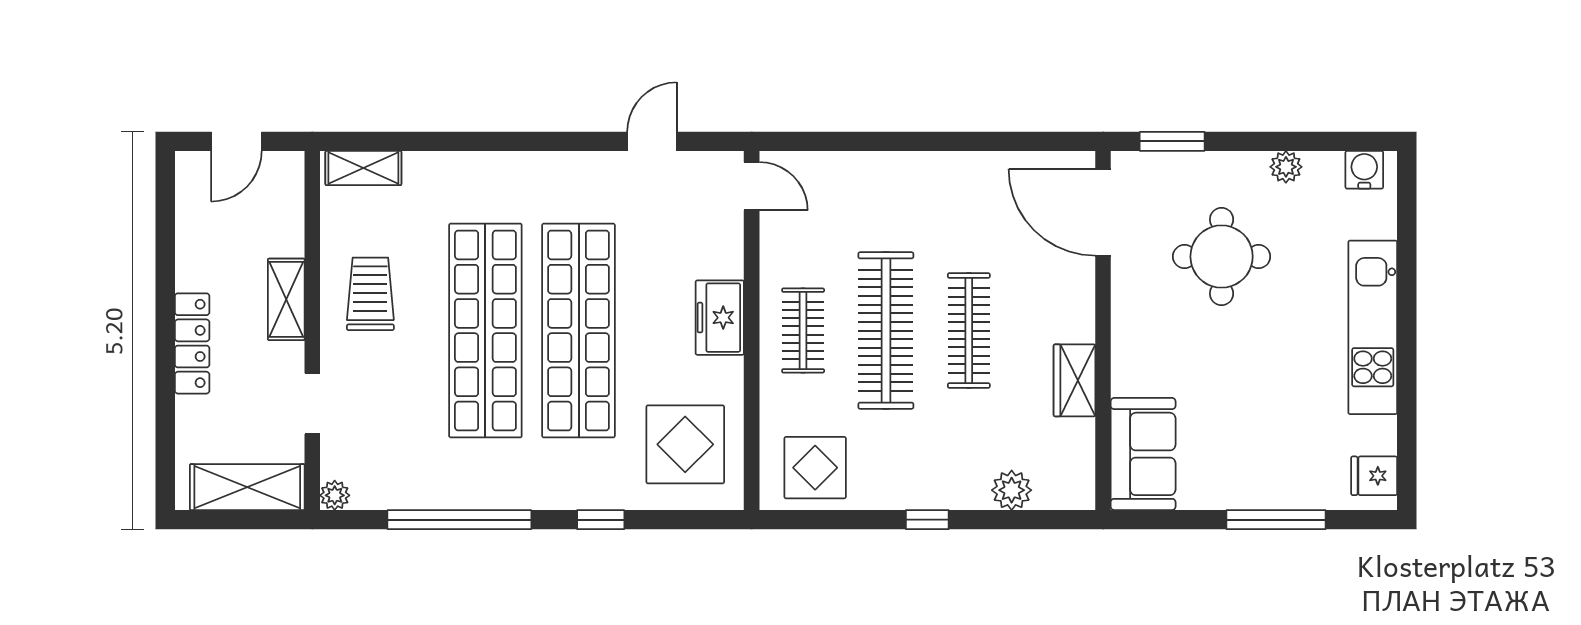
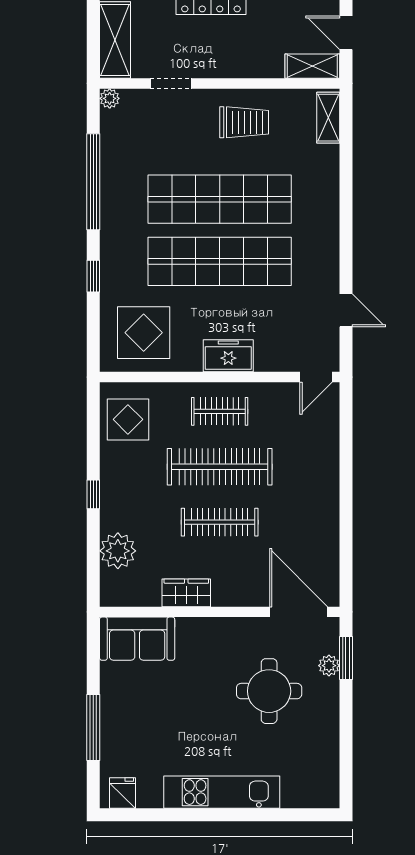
plant: (1286, 167) -> (329, 666), moved
water cooler: (1364, 170) -> (327, 786), removed
door: (1103, 212) -> (299, 612), hinge flipped
shelving: (286, 299) -> (312, 66), moved
plant: (1012, 490) -> (118, 551), width x1.36, depth x1.36

